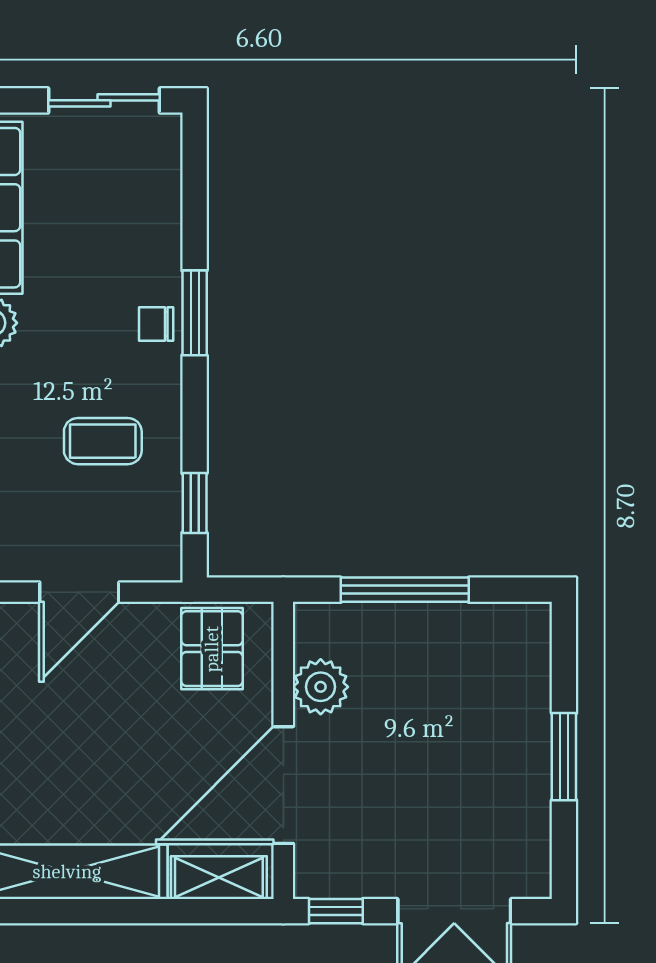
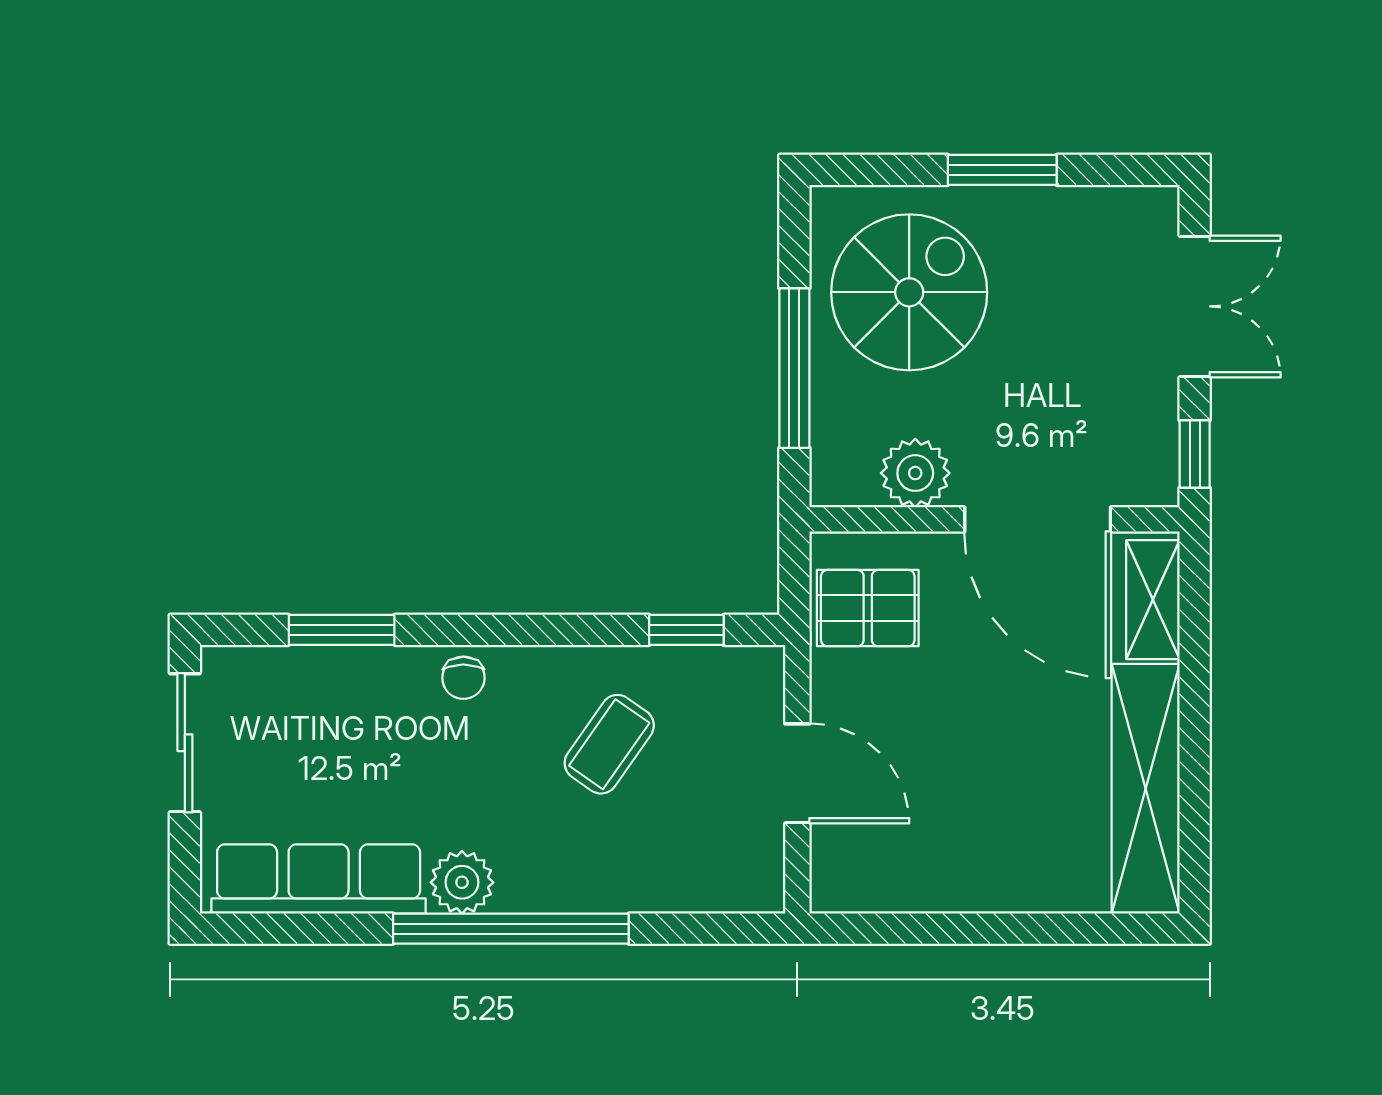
window: (195, 313) -> (342, 630), moved
coffee table: (103, 441) -> (609, 744), turned 35
spiral stairs: (466, 682) -> (909, 292), added

